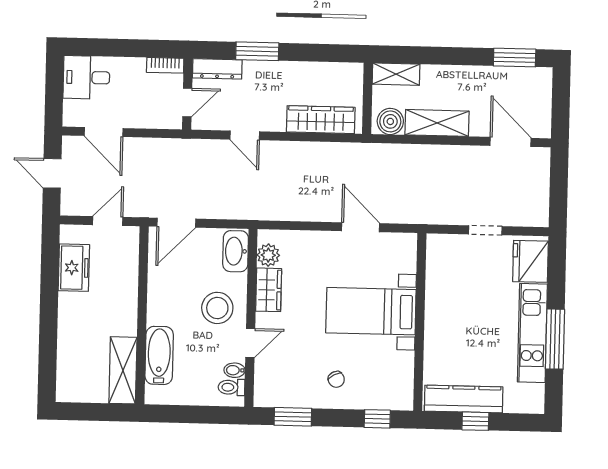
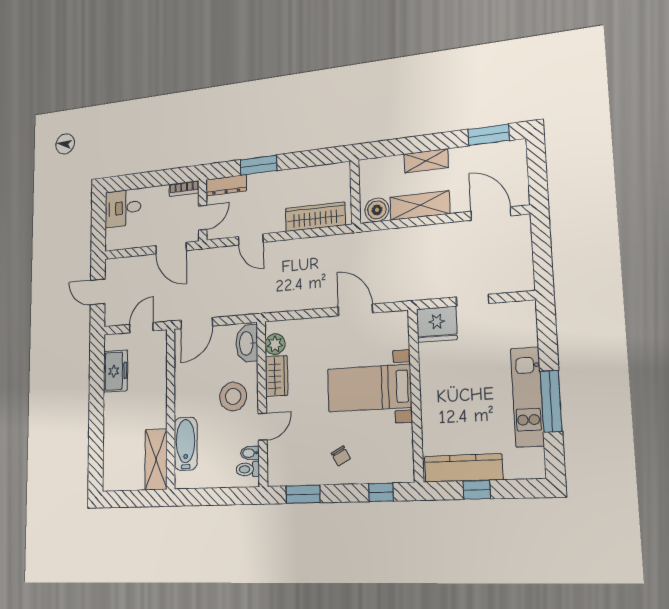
shelving: (396, 74) -> (426, 161), moved
door: (104, 132) -> (171, 248), moved
fridge: (531, 261) -> (437, 324), moved, turned -90

